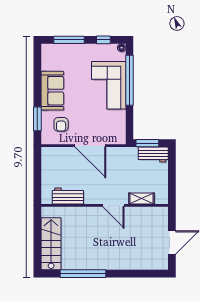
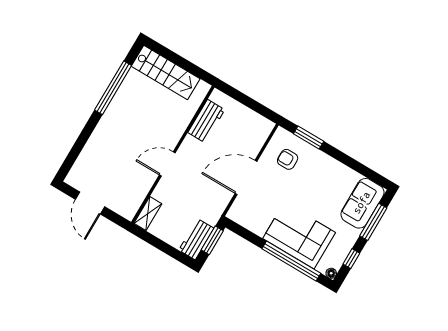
sofa: (52, 91) -> (362, 203), moved, turned 90
shelving: (141, 198) -> (148, 214), moved

